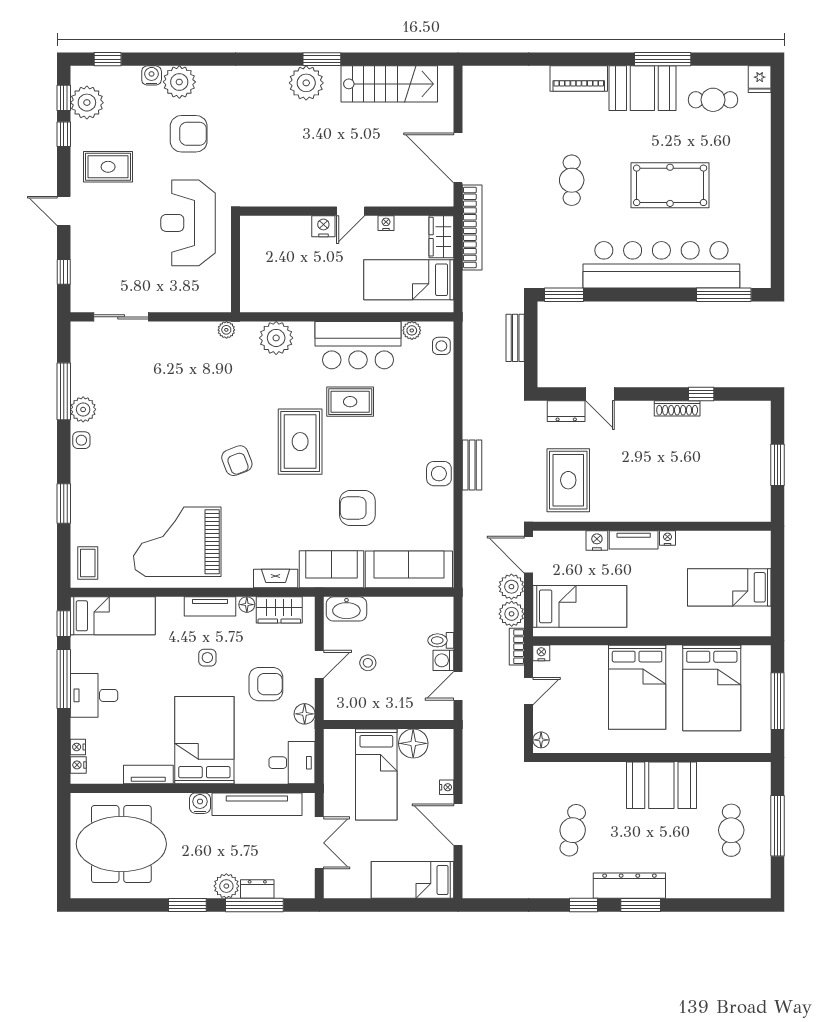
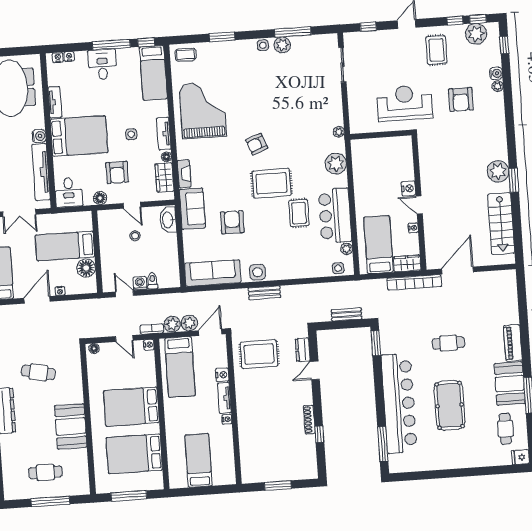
plant: (179, 82) -> (498, 86), width x0.53, depth x0.53
sofa: (409, 569) -> (213, 273), moved, turned -90

